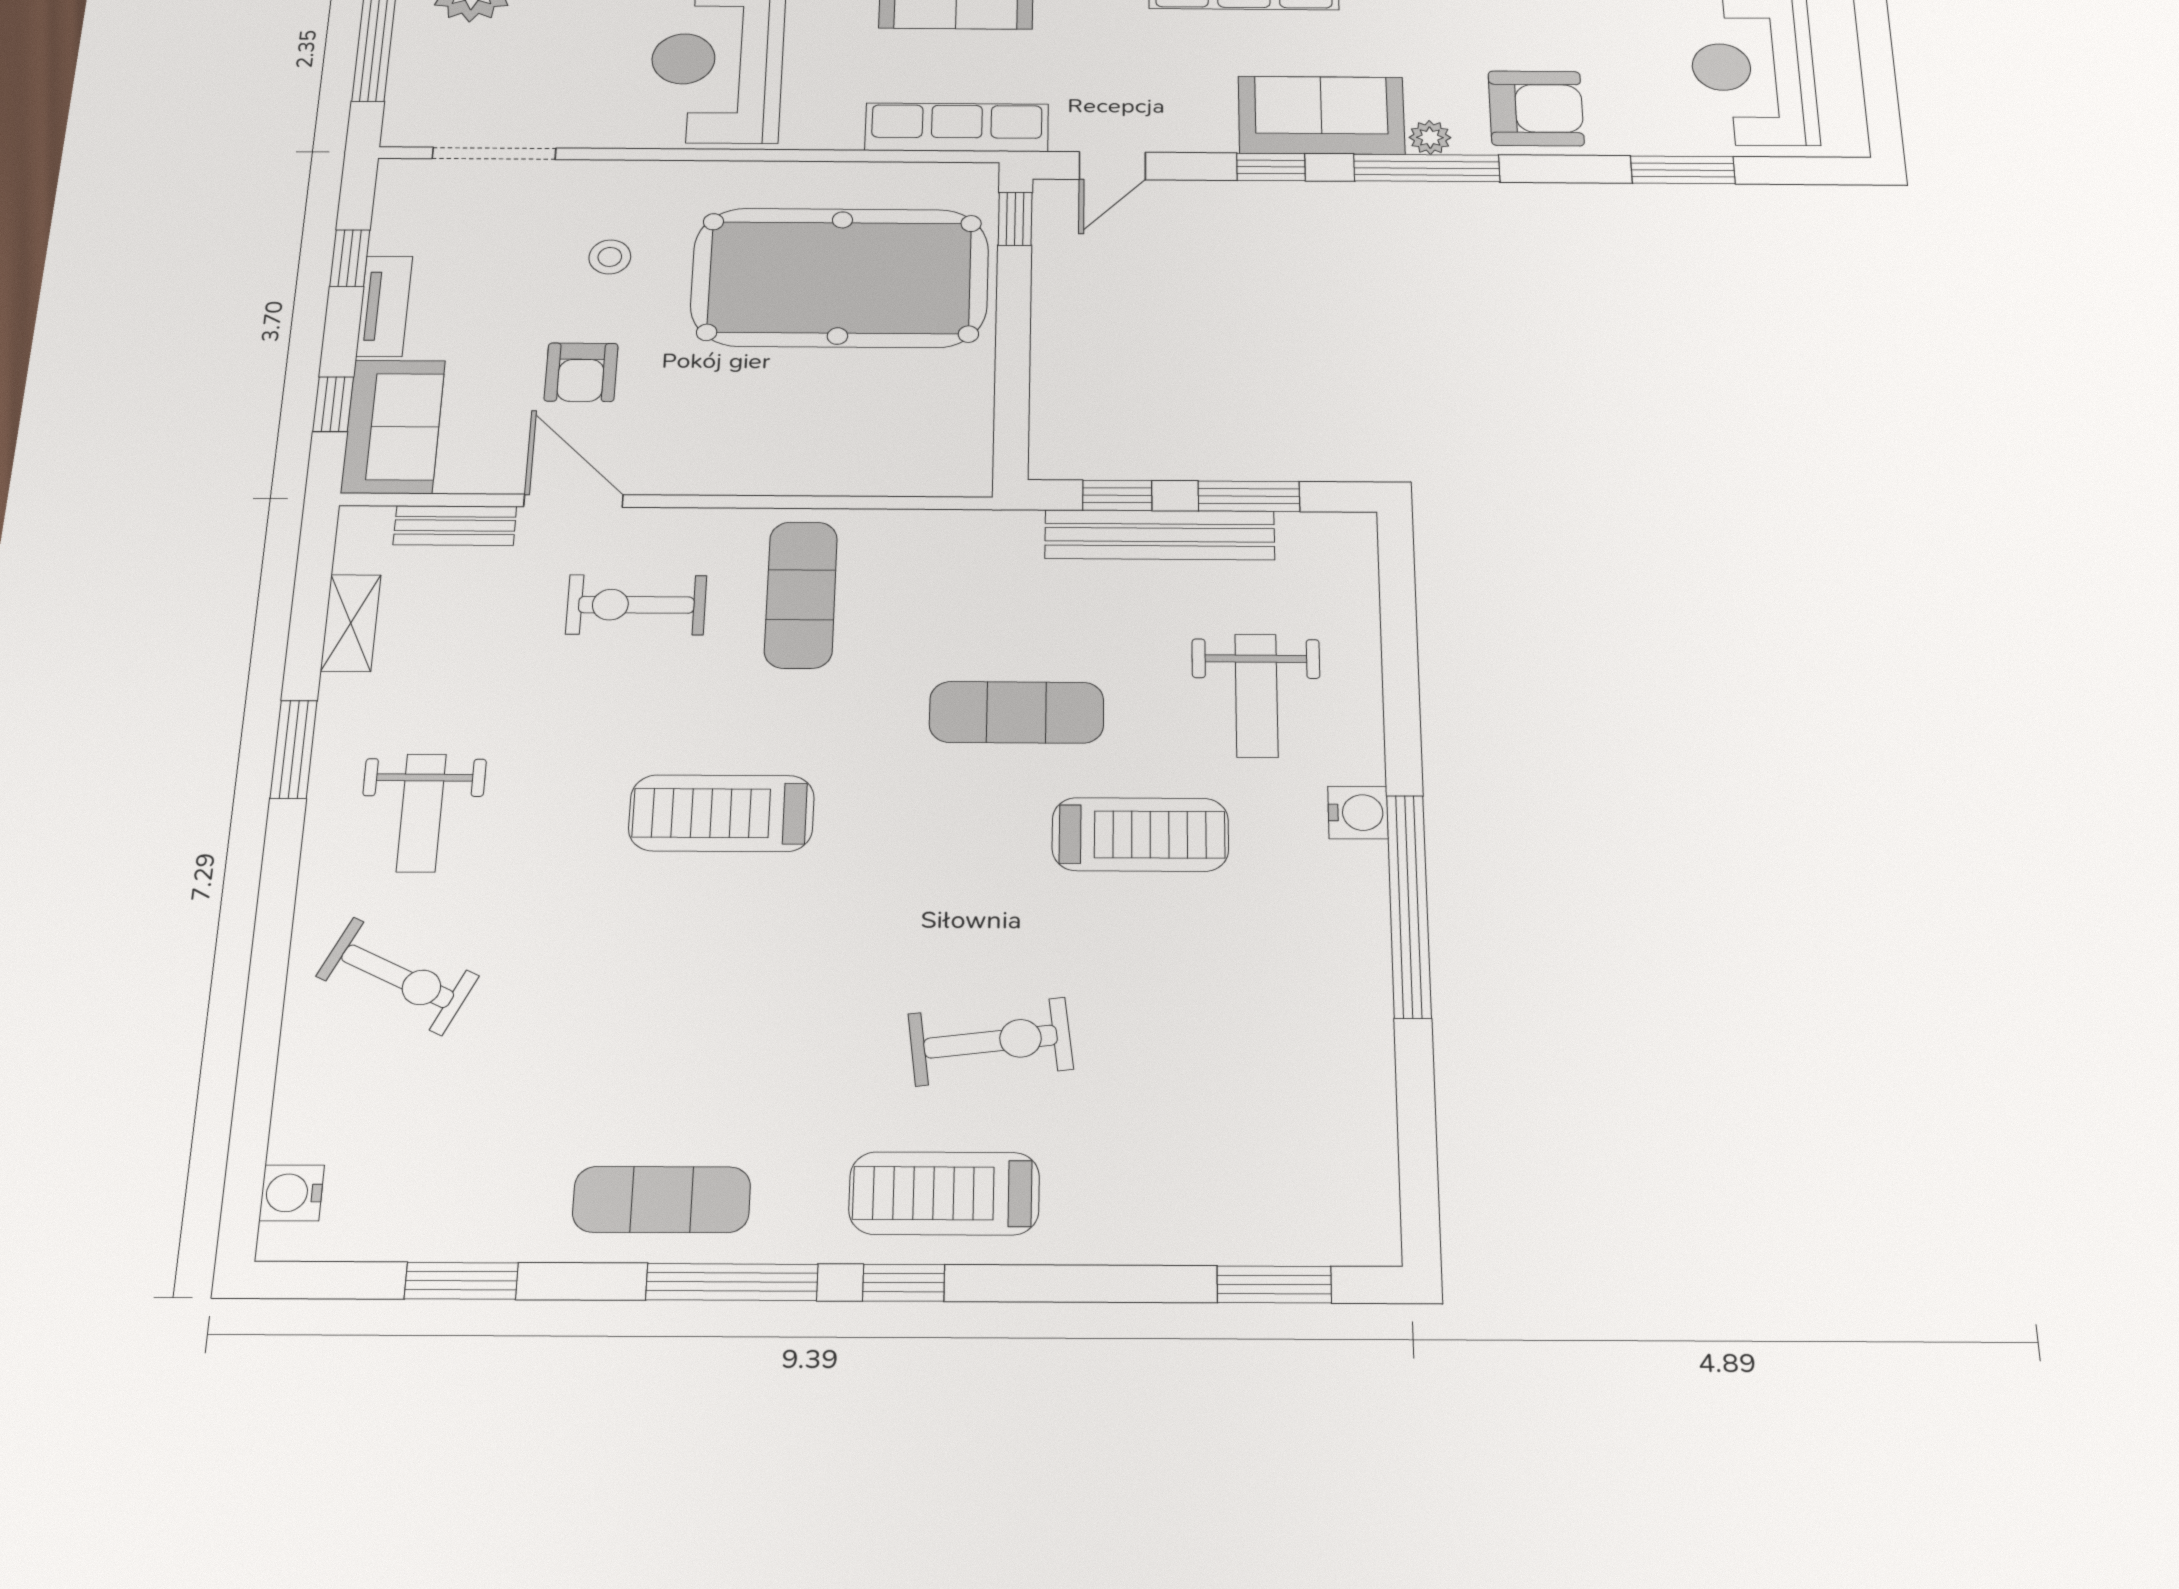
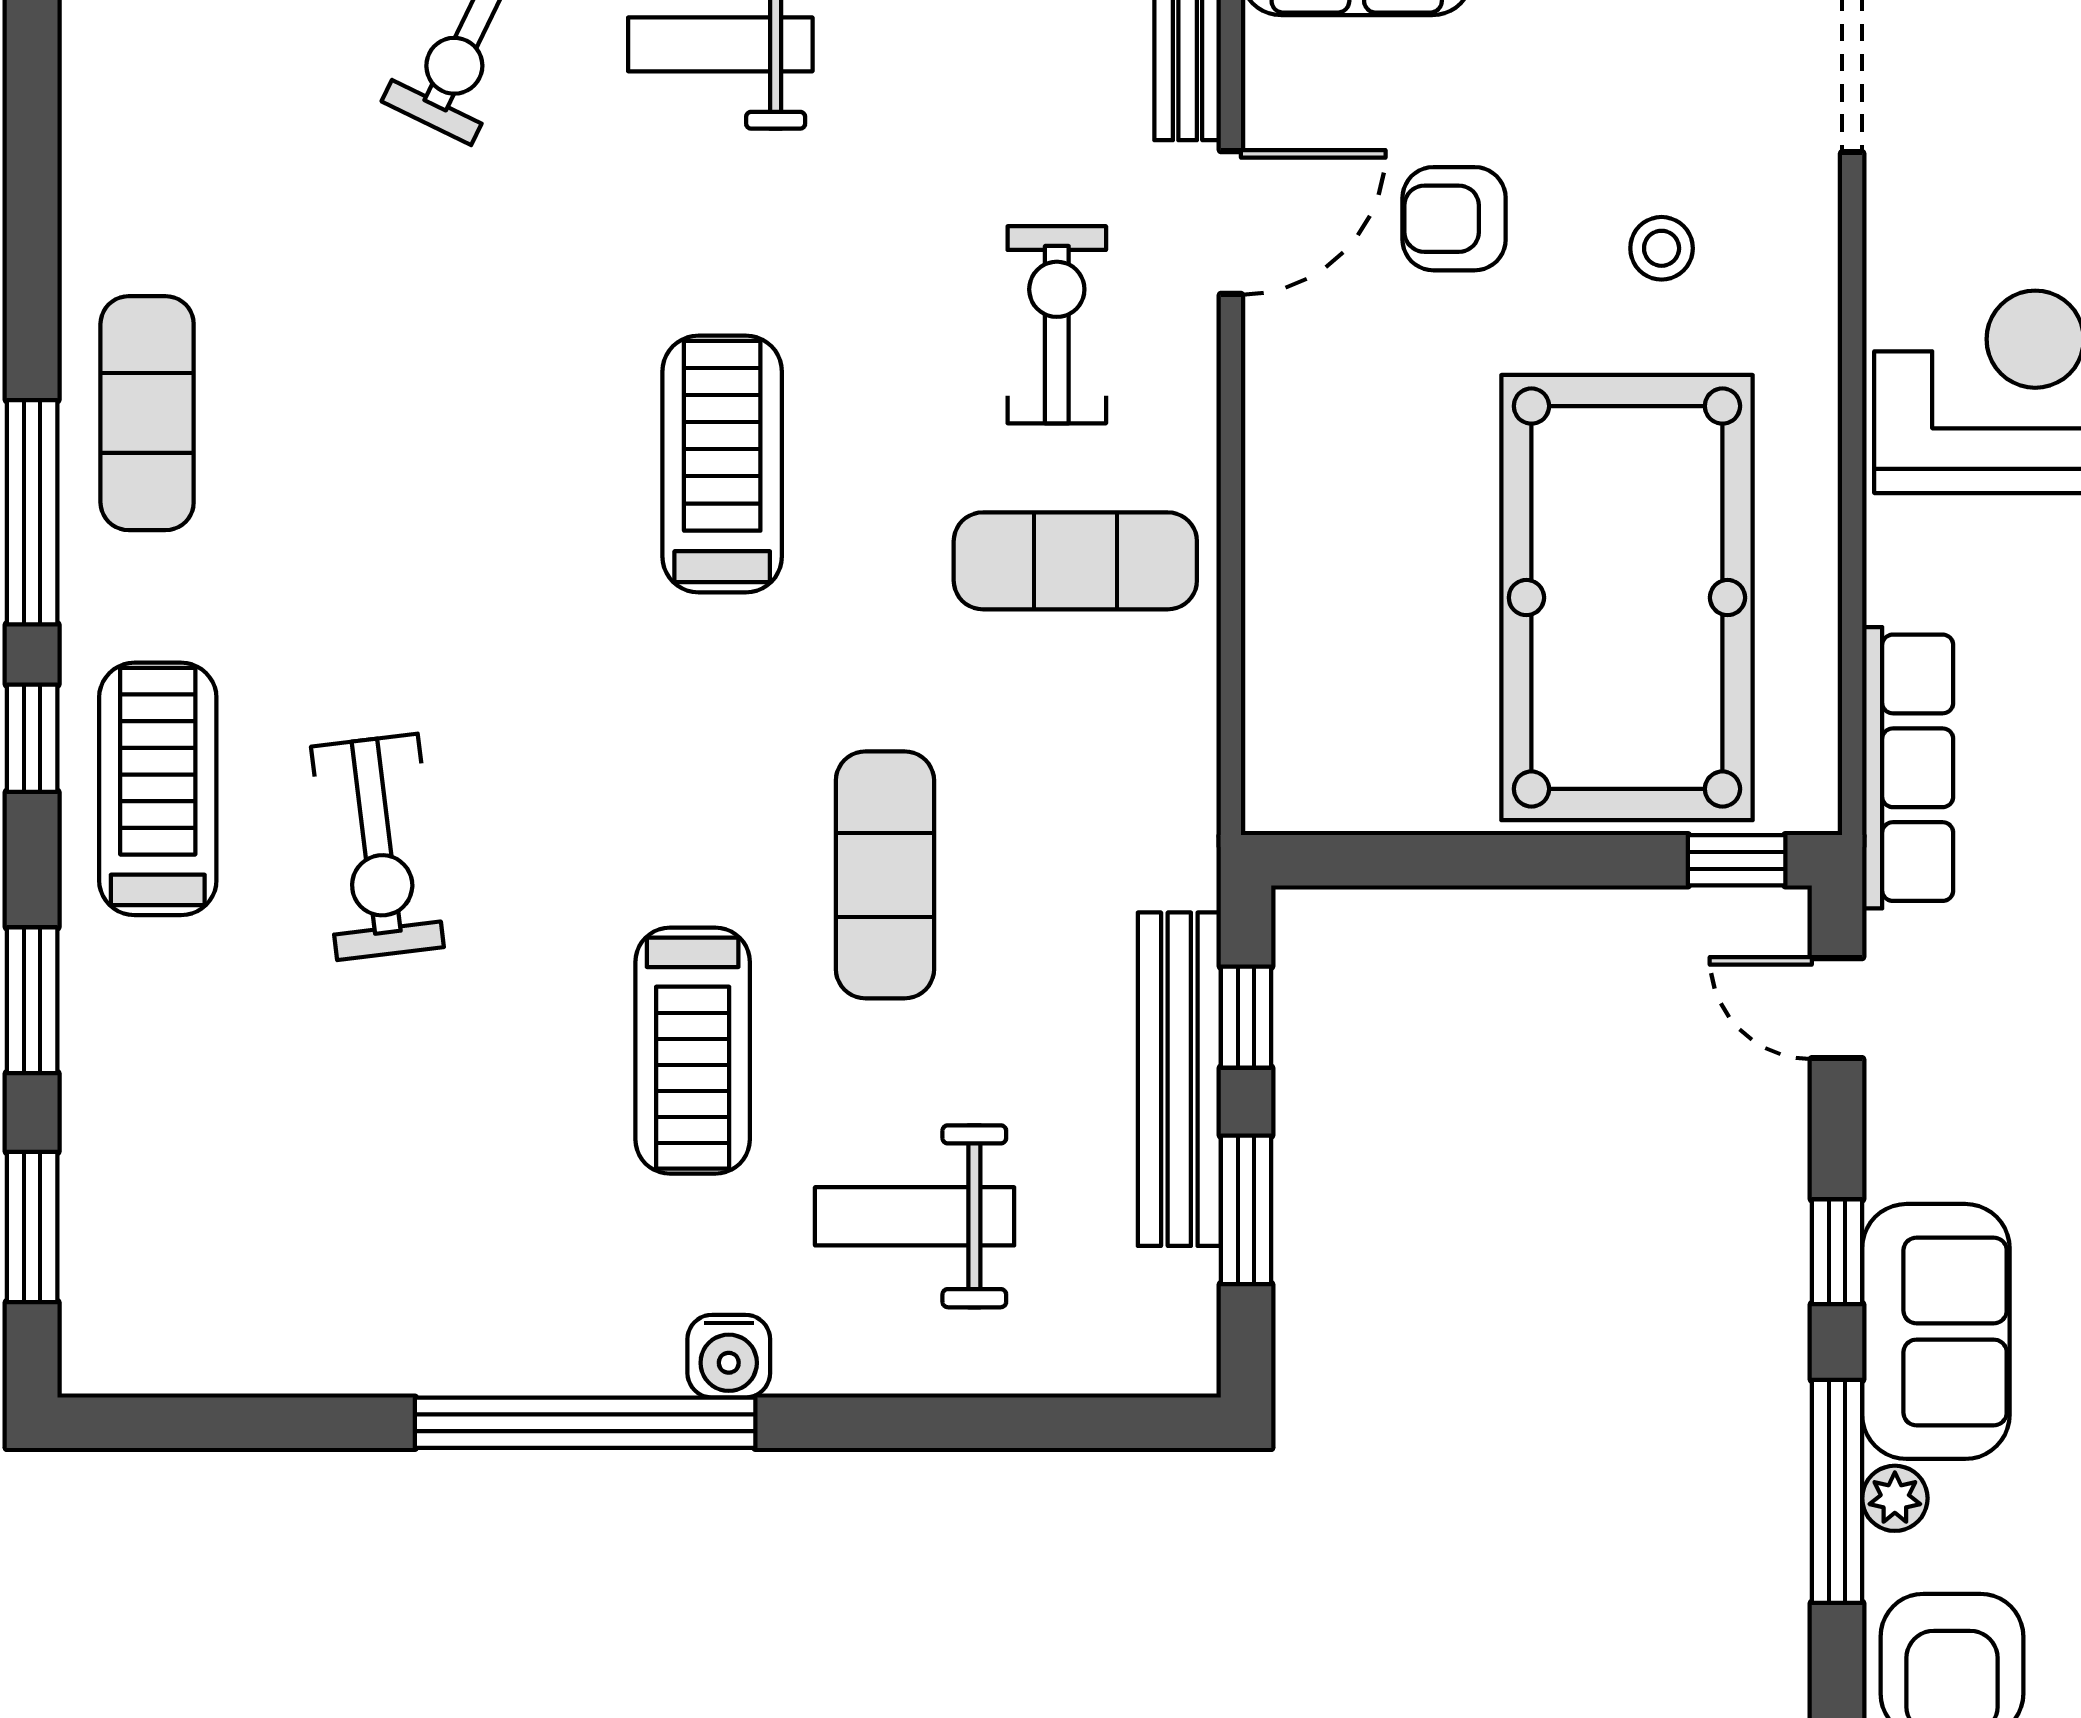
window: (461, 1281) -> (32, 1000), moved

